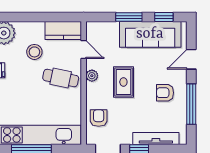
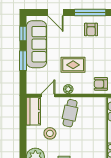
armchair: (165, 93) -> (91, 30), moved

